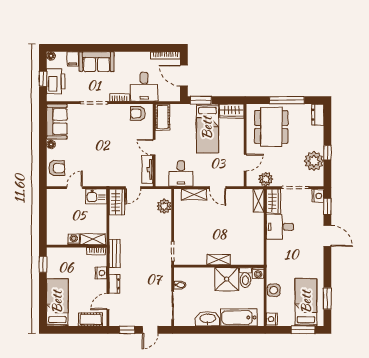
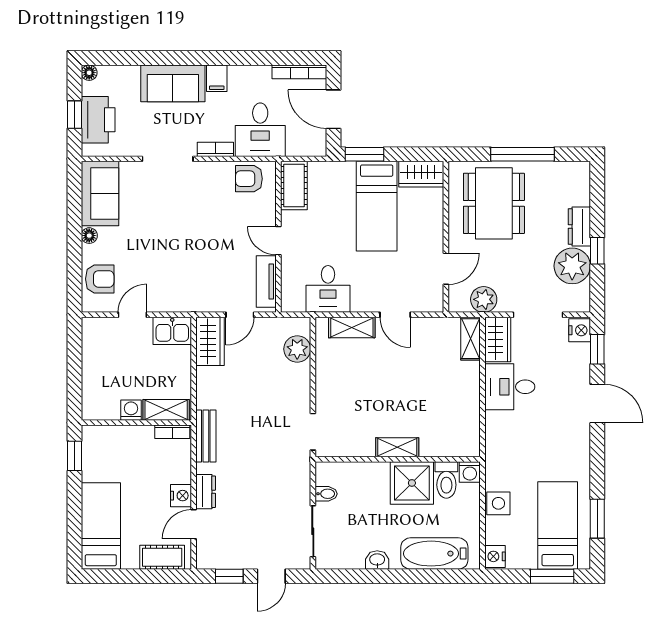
filing cabinet: (73, 59) -> (217, 78), moved
dresser: (318, 115) -> (579, 226), moved
nightstand: (101, 273) -> (181, 496), moved
washbasin: (208, 319) -> (377, 560), width x0.52, depth x0.69

